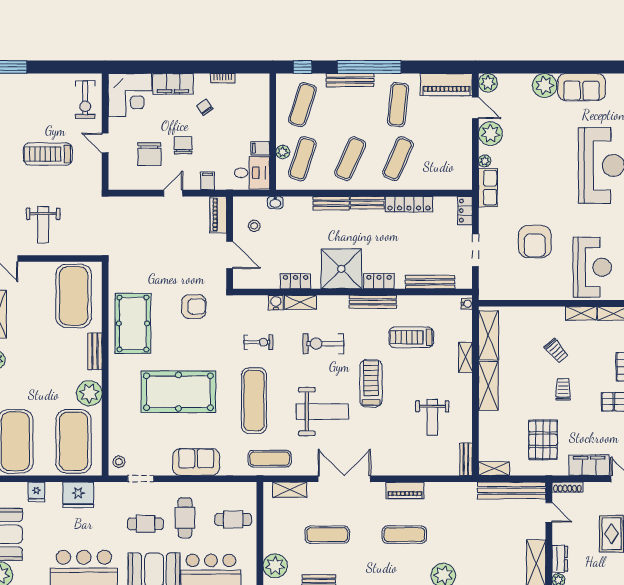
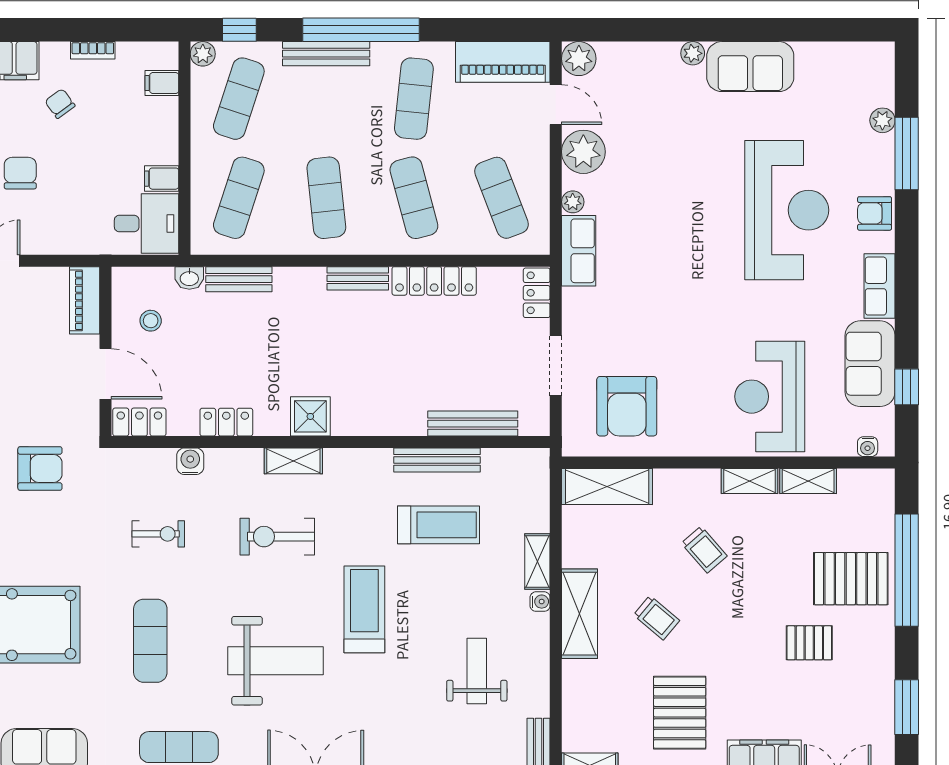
plant: (544, 85) -> (693, 53), width x0.53, depth x0.53
plant: (283, 152) -> (203, 54), moved
exercise mat: (350, 159) -> (326, 198), turned -30
exercise mat: (398, 159) -> (414, 198), turned -39
exercise mat: (446, 159) -> (502, 198), added
filing cabinet: (208, 181) -> (162, 83), moved, turned -90
bench: (331, 203) -> (239, 279), moved
armchair: (535, 242) -> (627, 406), moved
reception desk: (592, 267) -> (770, 397), turned 180
shower: (341, 269) -> (310, 416), width x0.54, depth x0.54
locker: (379, 281) -> (139, 422), moved
shelving: (300, 302) -> (293, 461), moved
bench: (373, 302) -> (437, 460), moved
water cooler: (467, 304) -> (540, 602), moved
shelving: (489, 335) -> (607, 486), moved, turned 90
treadmill: (411, 337) -> (438, 525), turned 180
trolley: (563, 389) -> (657, 618), moved, turned 130
exercise mat: (254, 401) -> (150, 641), width x0.73, depth x0.69
weight bench: (432, 417) -> (477, 671), turned 180

